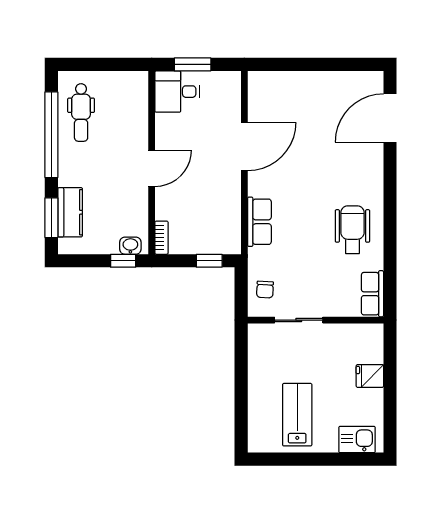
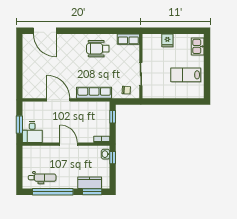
row of seats: (259, 222) -> (94, 93), width x1.48

